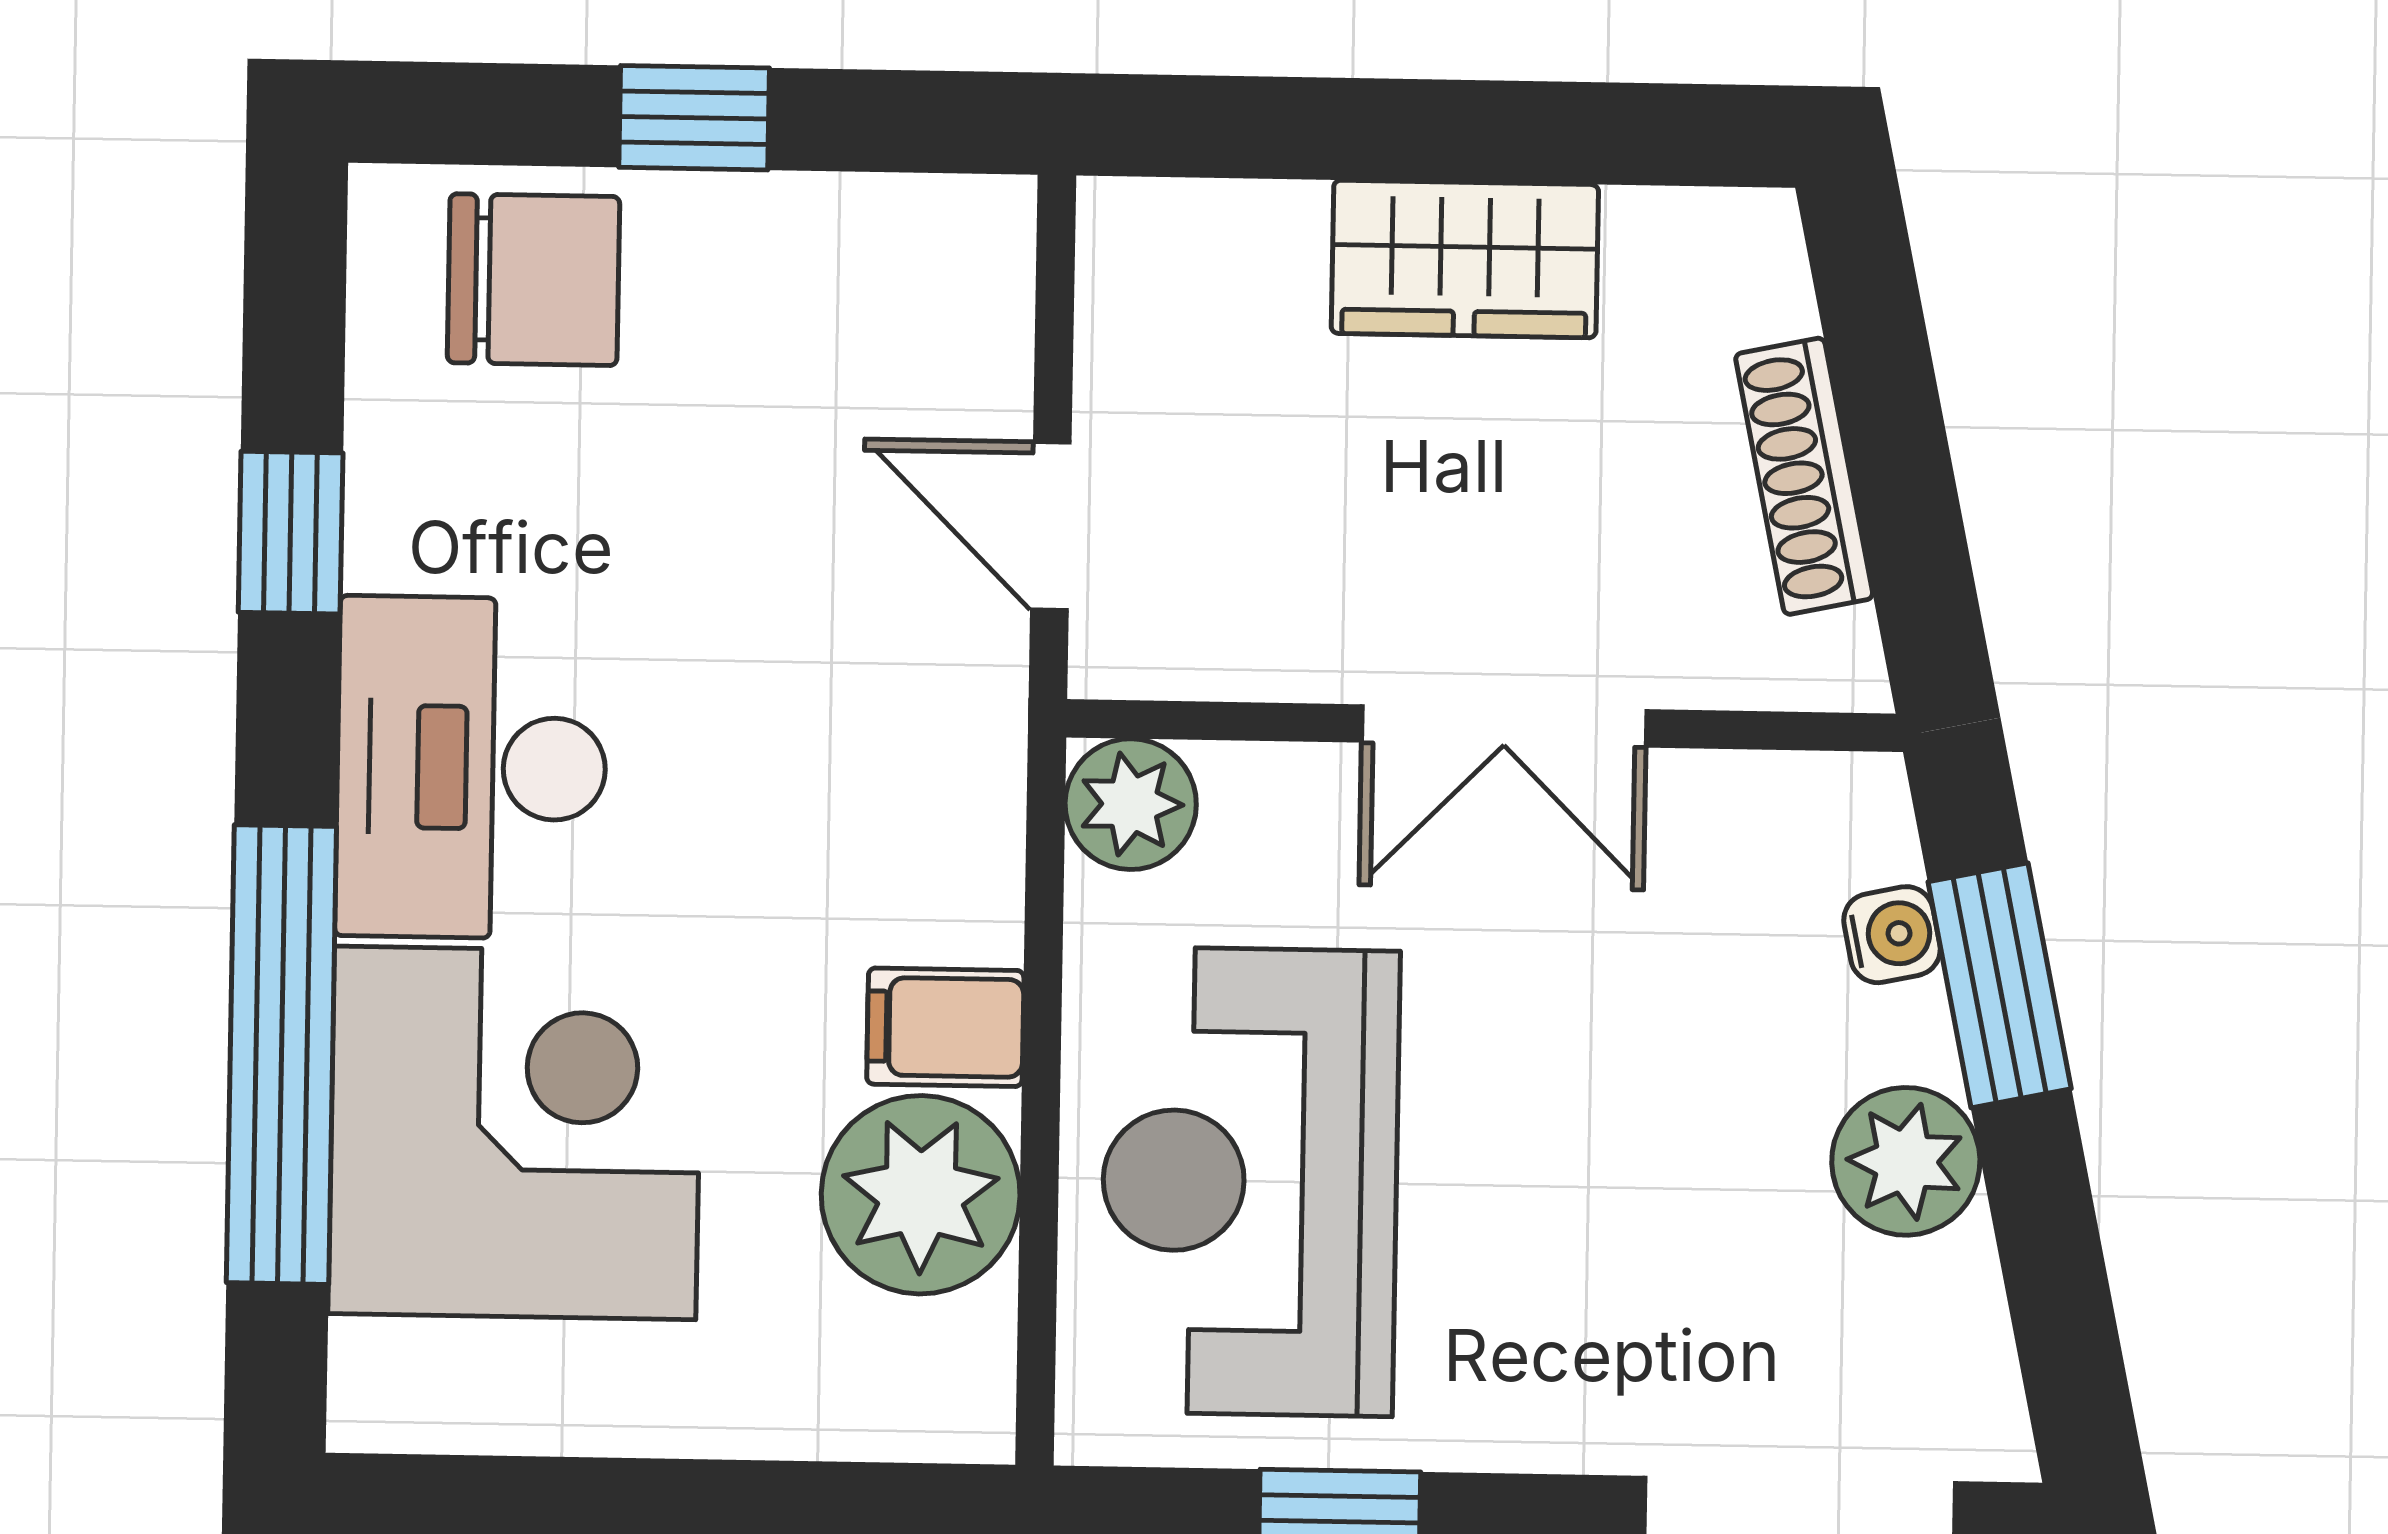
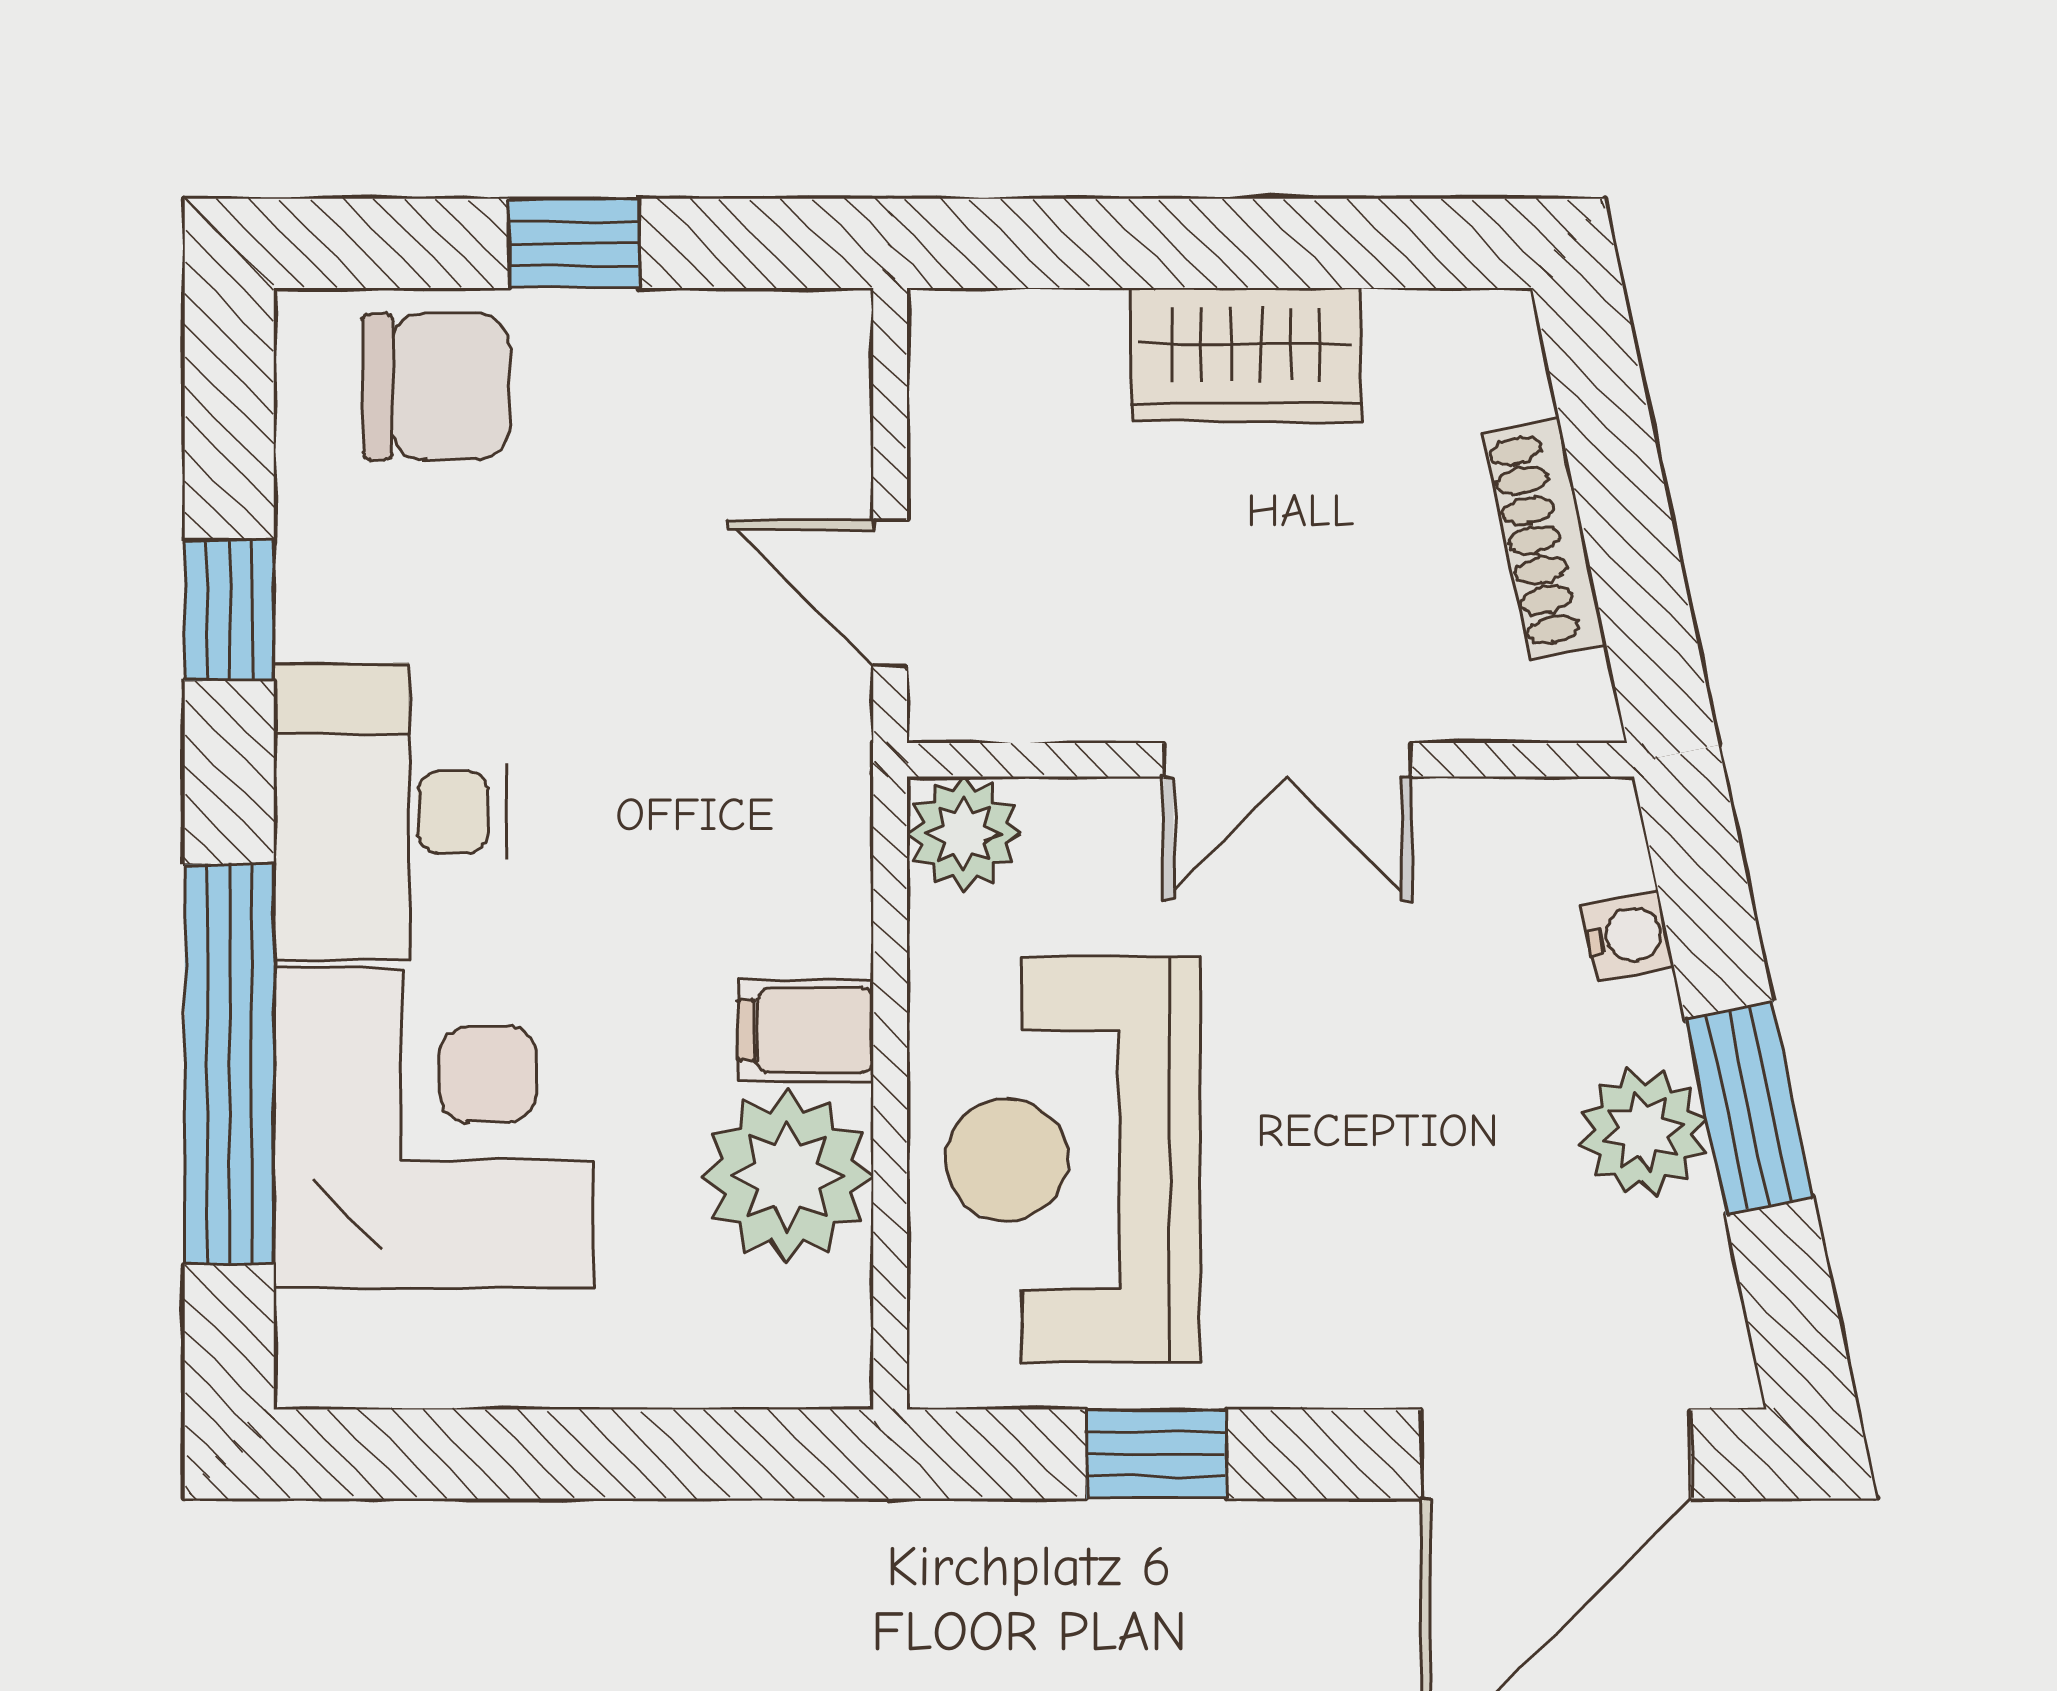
window: (2000, 985) -> (1749, 1108), moved

